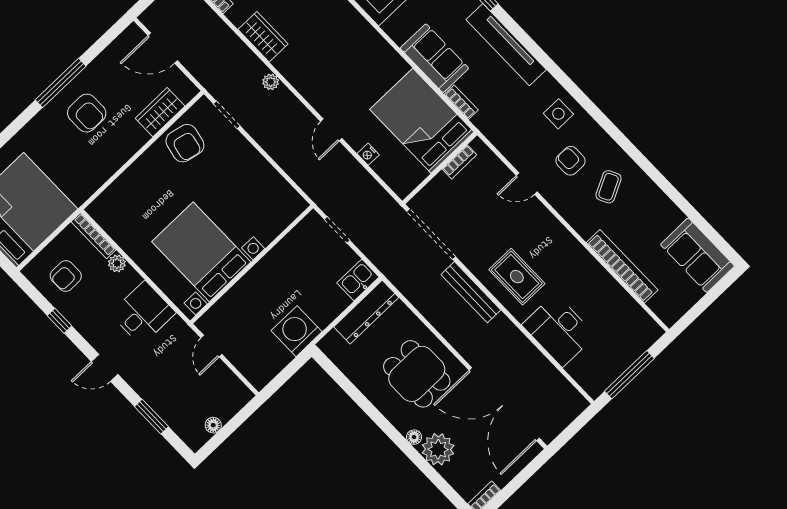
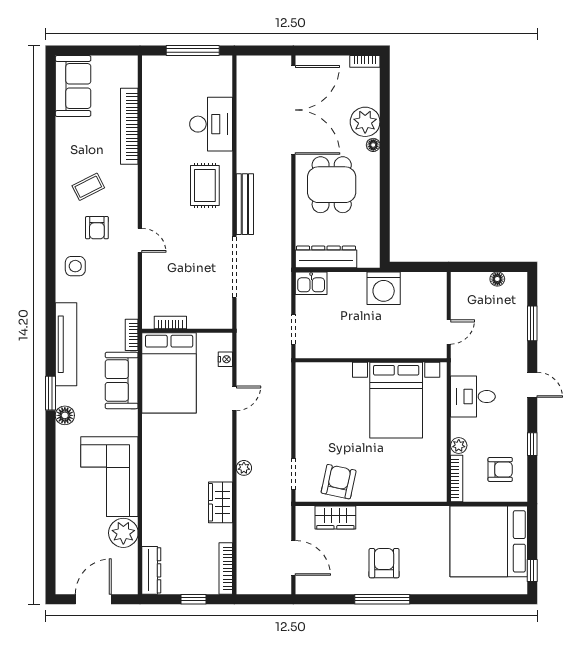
bed: (422, 121) -> (169, 373), moved
bookcase: (459, 162) -> (170, 322), moved
wall: (440, 168) -> (187, 331), moved

